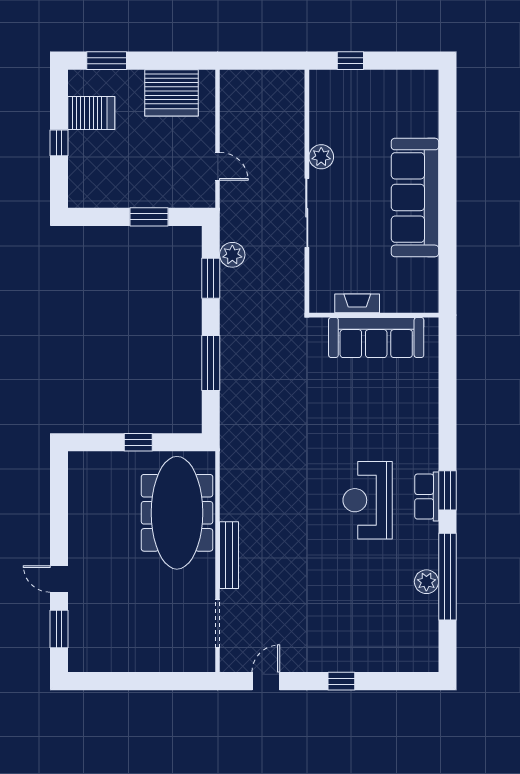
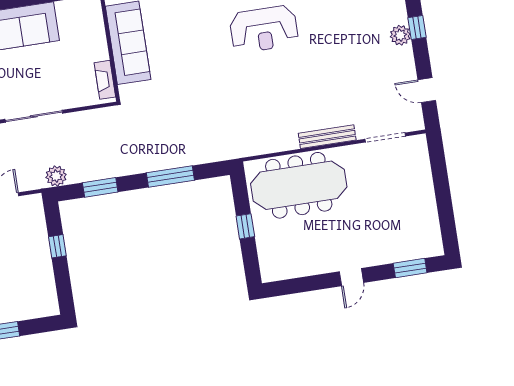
window: (149, 217) -> (57, 246), width x0.67
plant: (232, 255) -> (56, 176), moved
fireplace: (357, 303) -> (105, 80), moved
door: (59, 579) -> (351, 277), moved
plant: (335, 660) -> (400, 35), added

